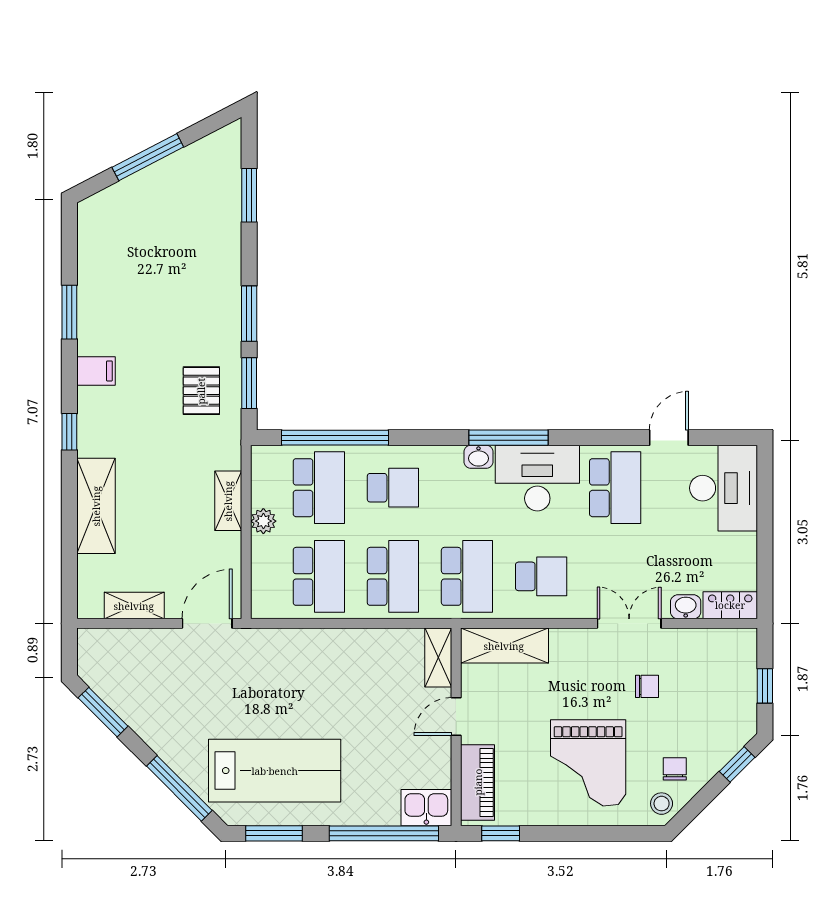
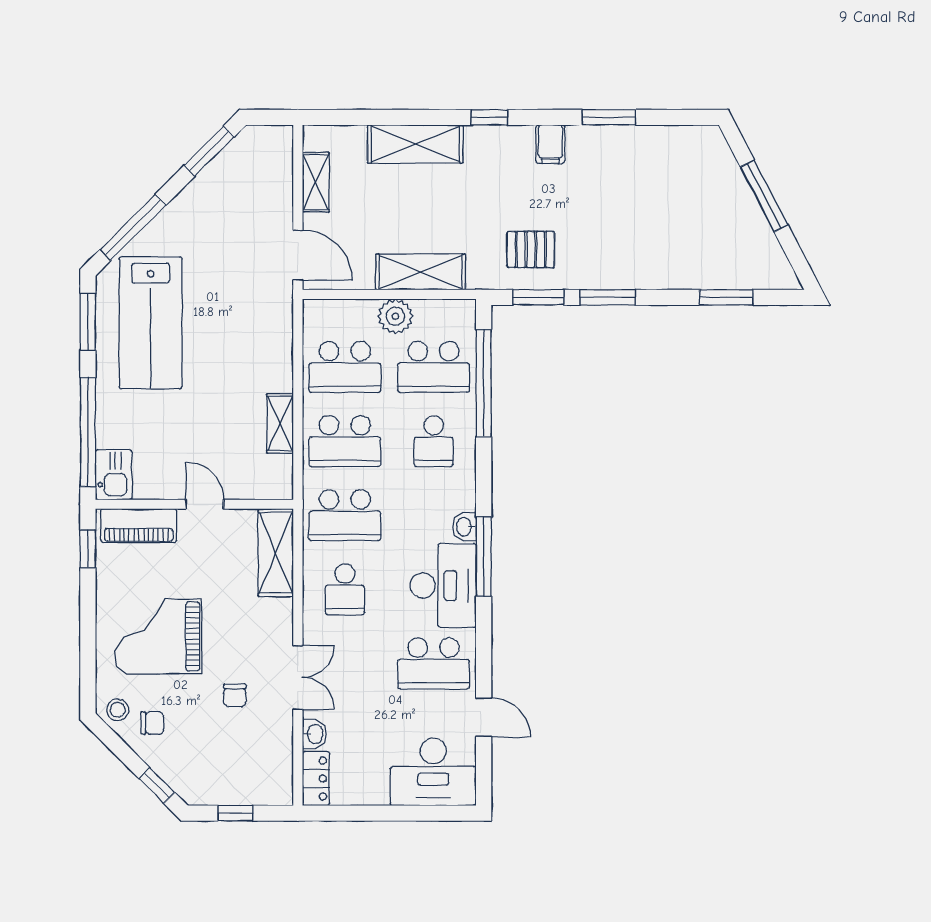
shelving: (228, 501) -> (421, 272), width x1.50, depth x1.33
plant: (263, 521) -> (395, 316), width x1.38, depth x1.38
shelving: (438, 657) -> (280, 423), moved, turned 90

